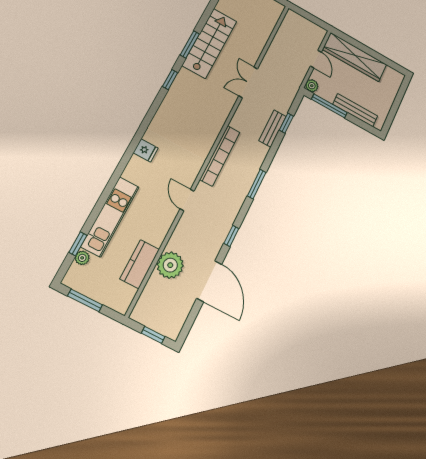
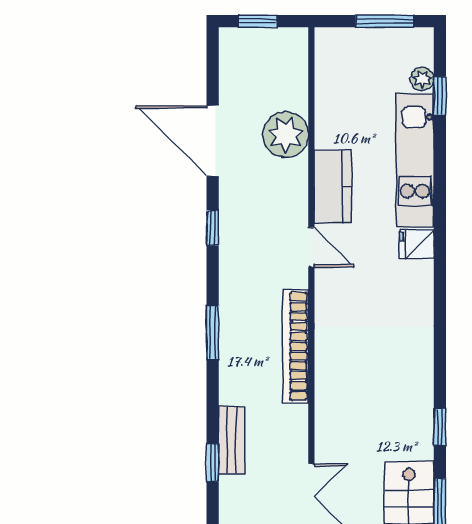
fridge: (146, 150) -> (416, 244), moved
kitchen counter: (140, 264) -> (333, 187), moved

